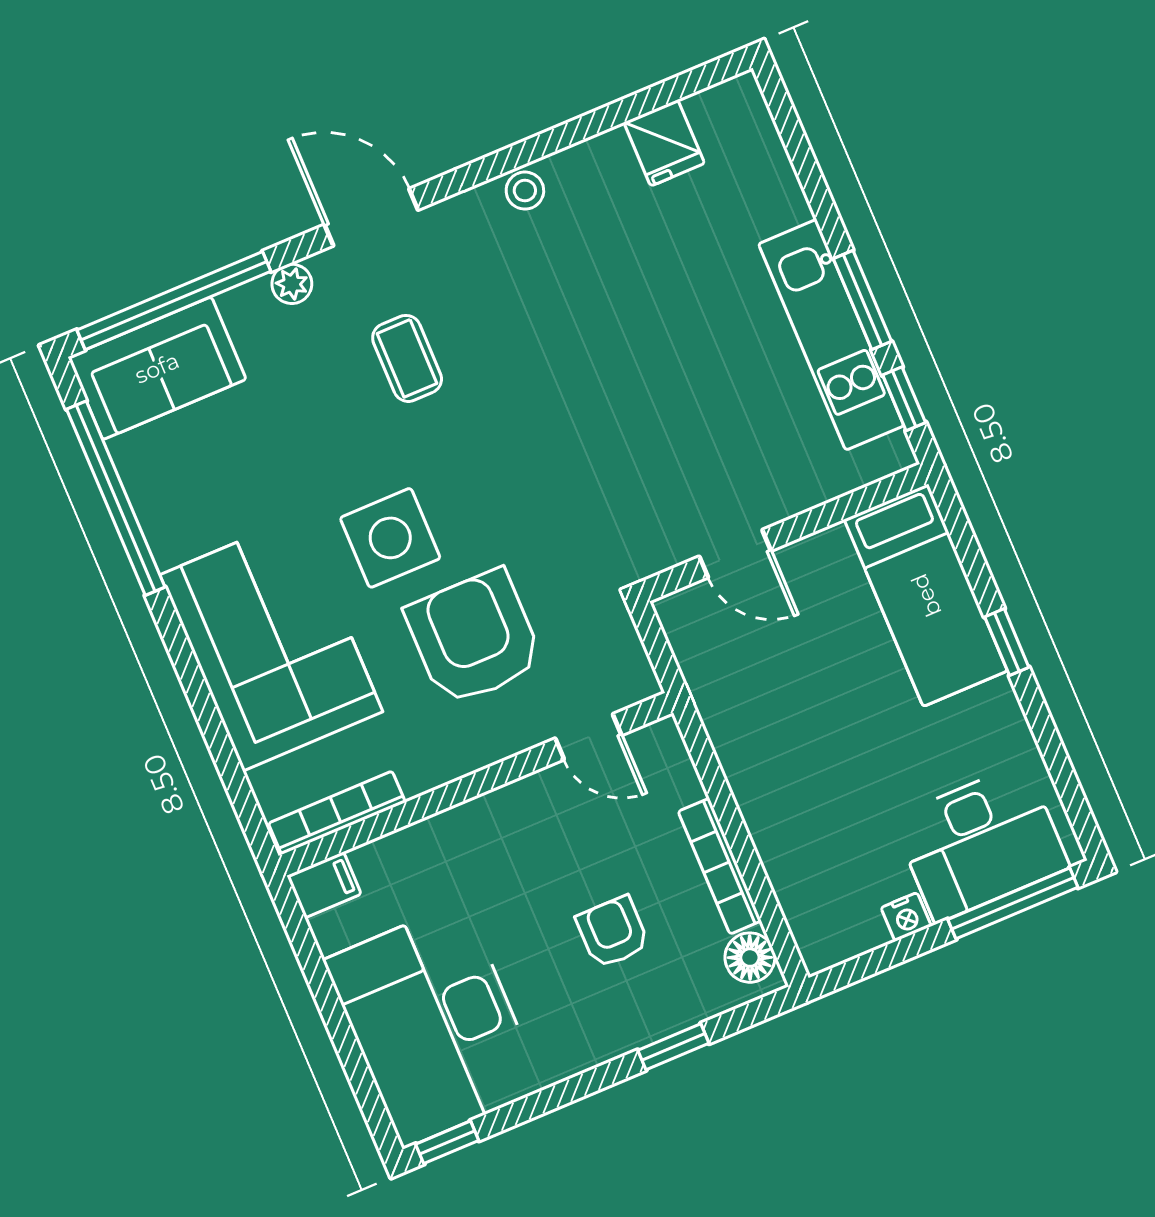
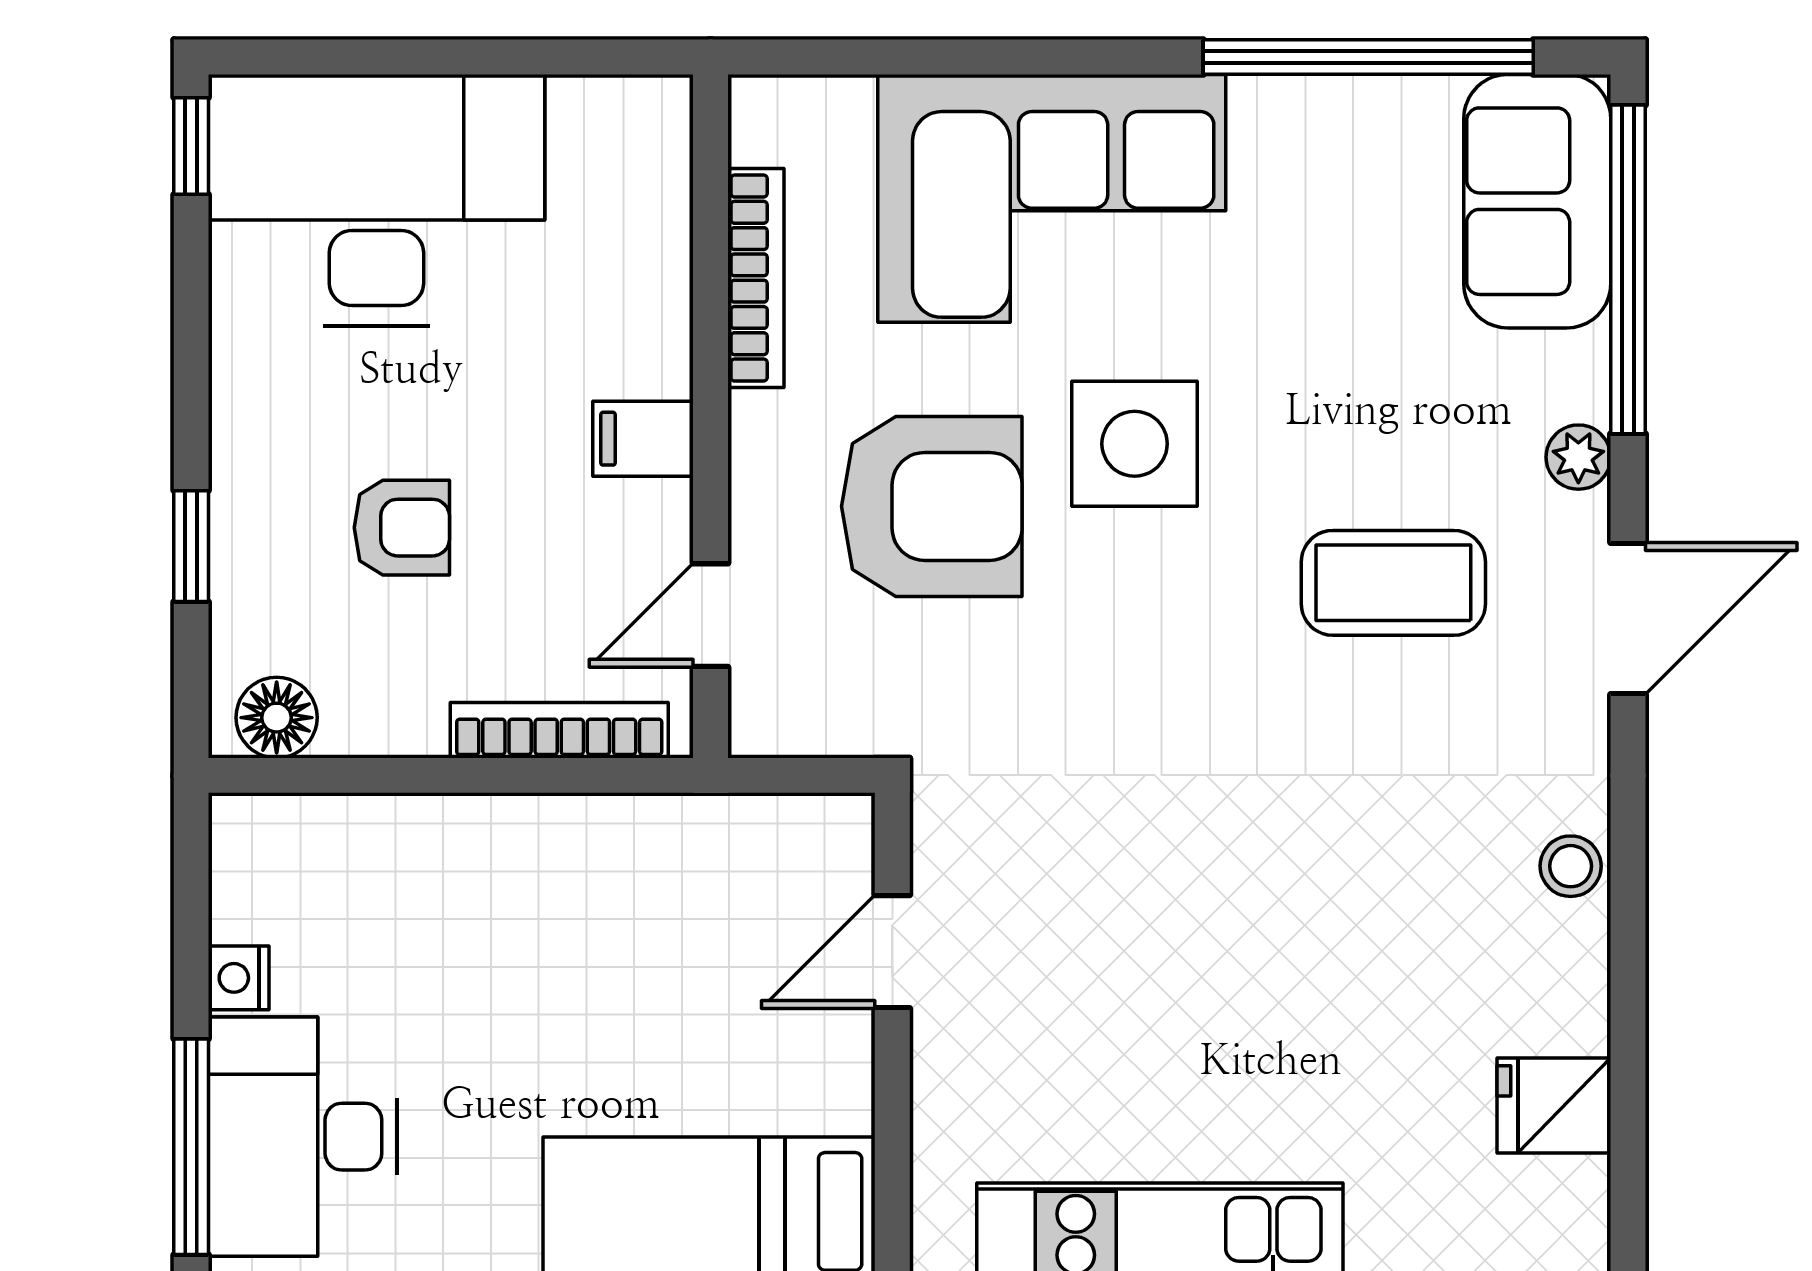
coffee table: (407, 358) -> (1393, 583), width x1.36, depth x1.30
bookcase: (337, 813) -> (756, 278), moved
bookcase: (720, 866) -> (559, 730), moved
filing cabinet: (324, 885) -> (643, 439), moved, turned 90

